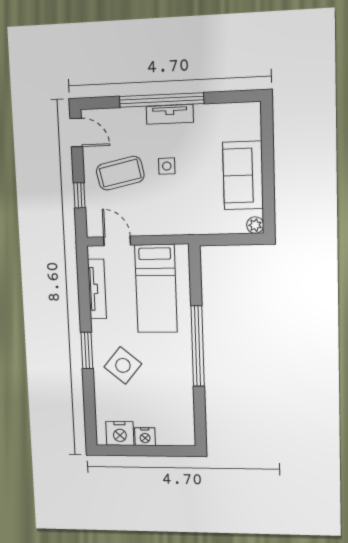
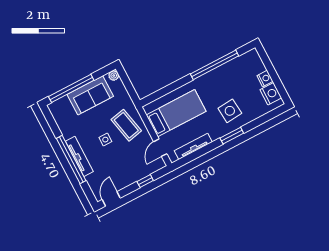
tv unit: (170, 114) -> (79, 156), width x1.41
window: (268, 152) -> (71, 88), added
coffee table: (120, 173) -> (126, 125), moved
window: (198, 346) -> (214, 65), moved
side table: (123, 365) -> (230, 111), turned 45

